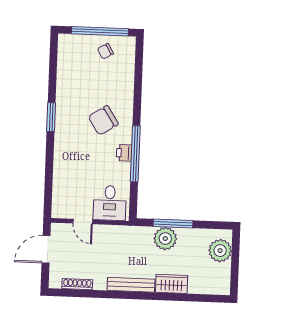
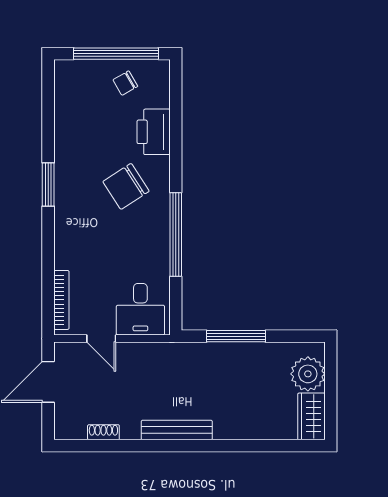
printer: (124, 153) -> (154, 132), moved, width x1.87, depth x1.48
bookcase: (57, 195) -> (61, 300), added
plant: (165, 239) -> (225, 359), removed
shoe rack: (77, 284) -> (103, 432), width x0.70
wardrobe: (172, 284) -> (311, 416), moved, turned -90

